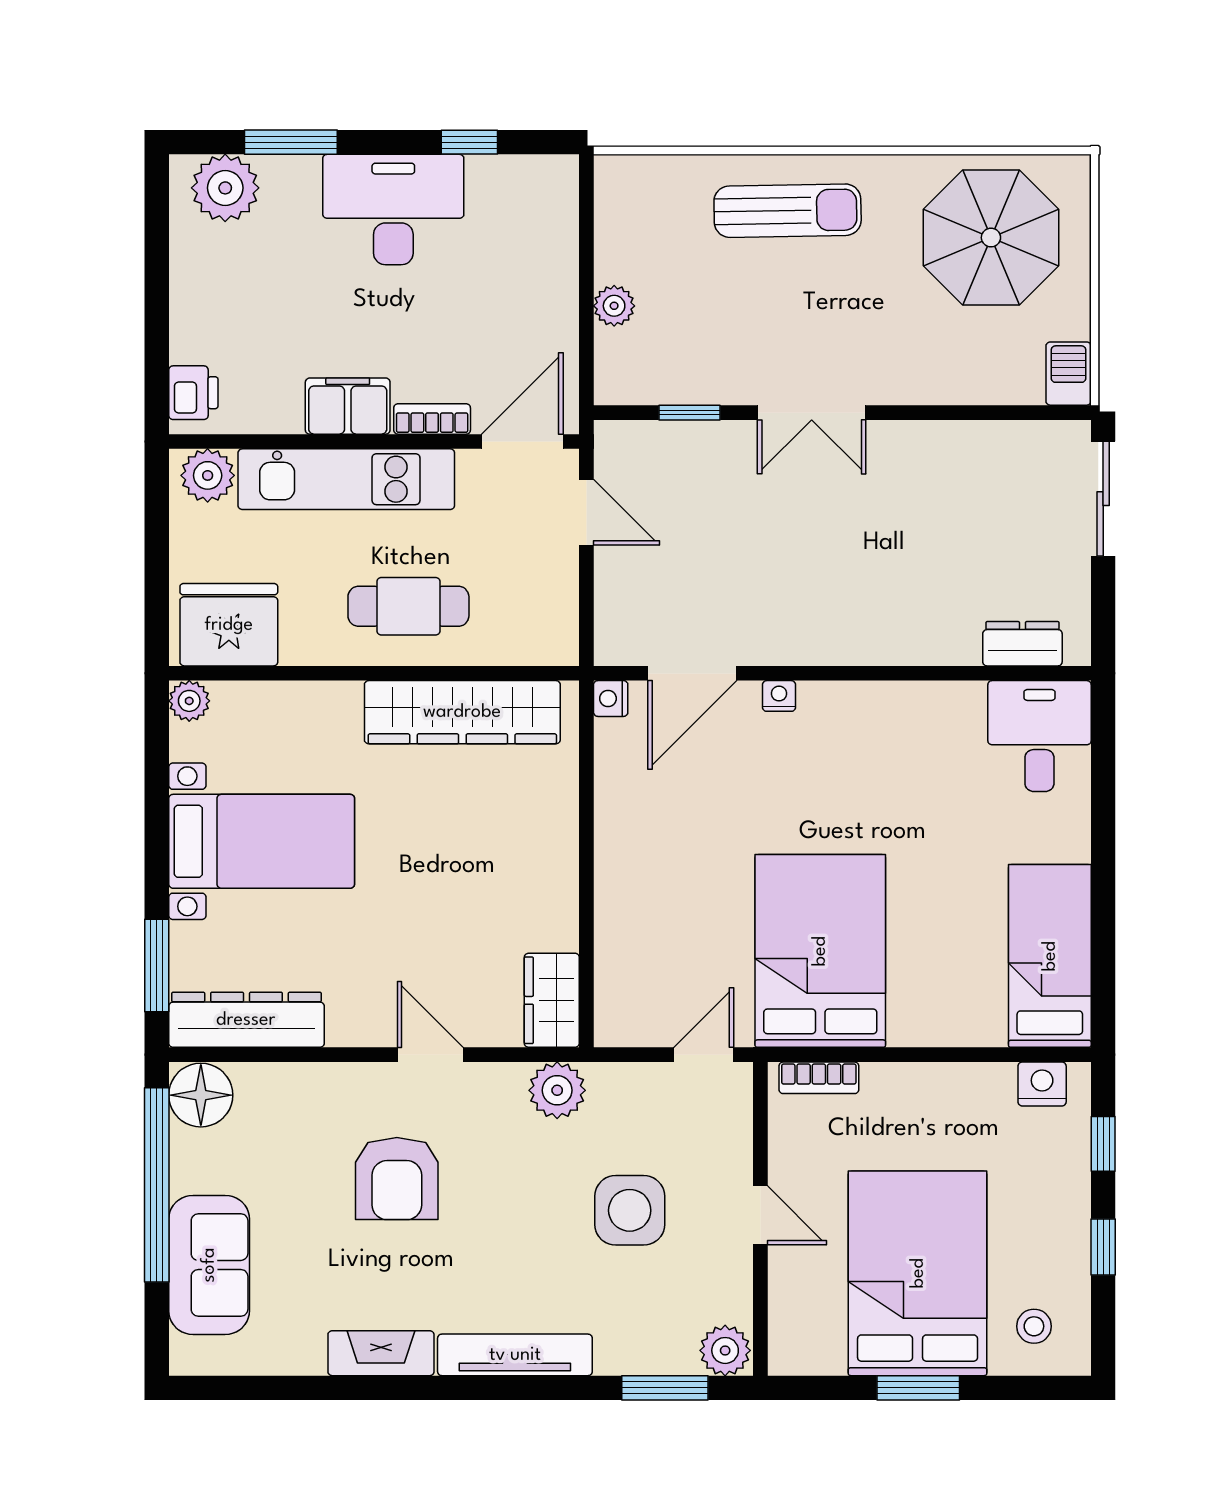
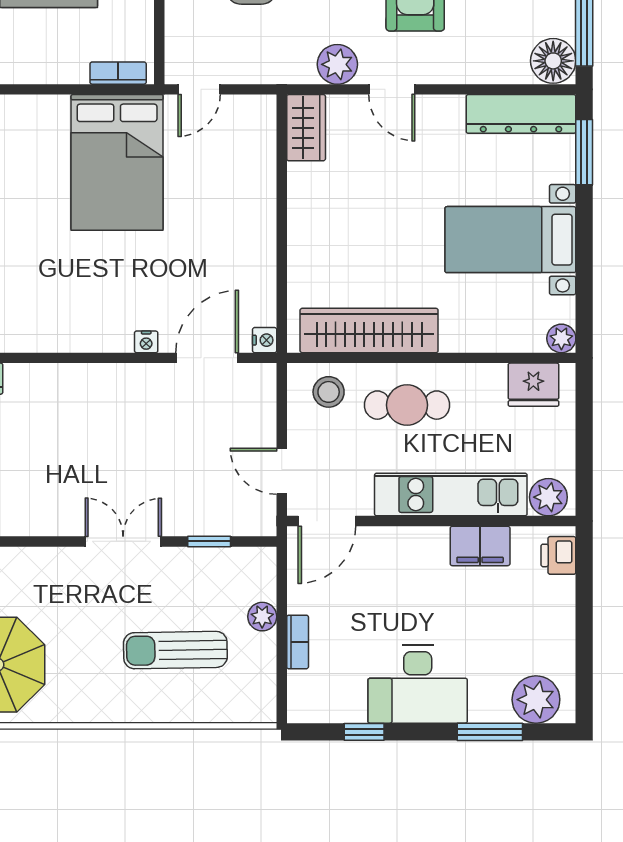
sun lounger: (788, 211) -> (175, 650), moved
filing cabinet: (348, 406) -> (480, 546), moved
bookcase: (432, 419) -> (298, 642), moved, turned -90
fridge: (229, 625) -> (533, 385), width x0.73, depth x0.75
stool: (520, 625) -> (329, 392), added
plant: (557, 1090) -> (337, 64), moved

